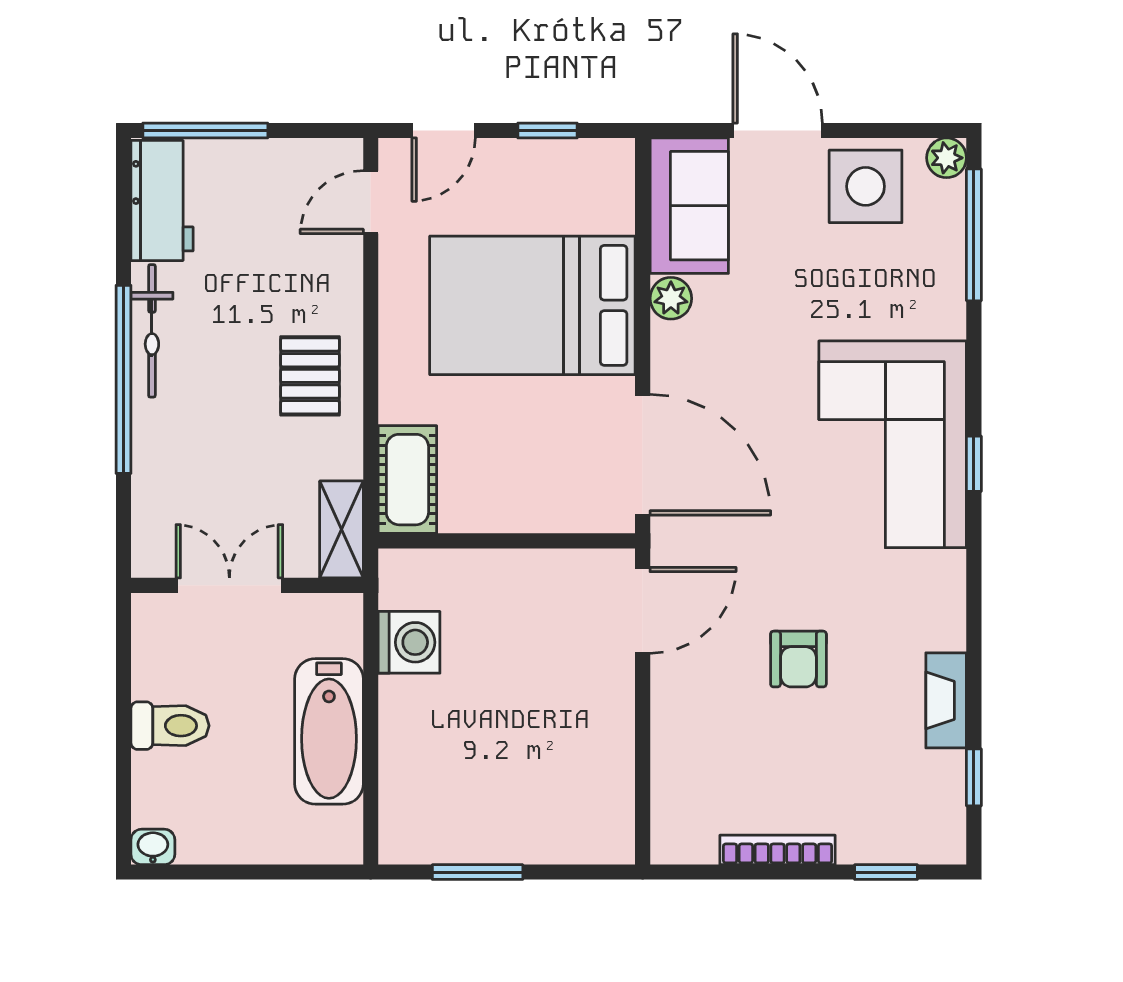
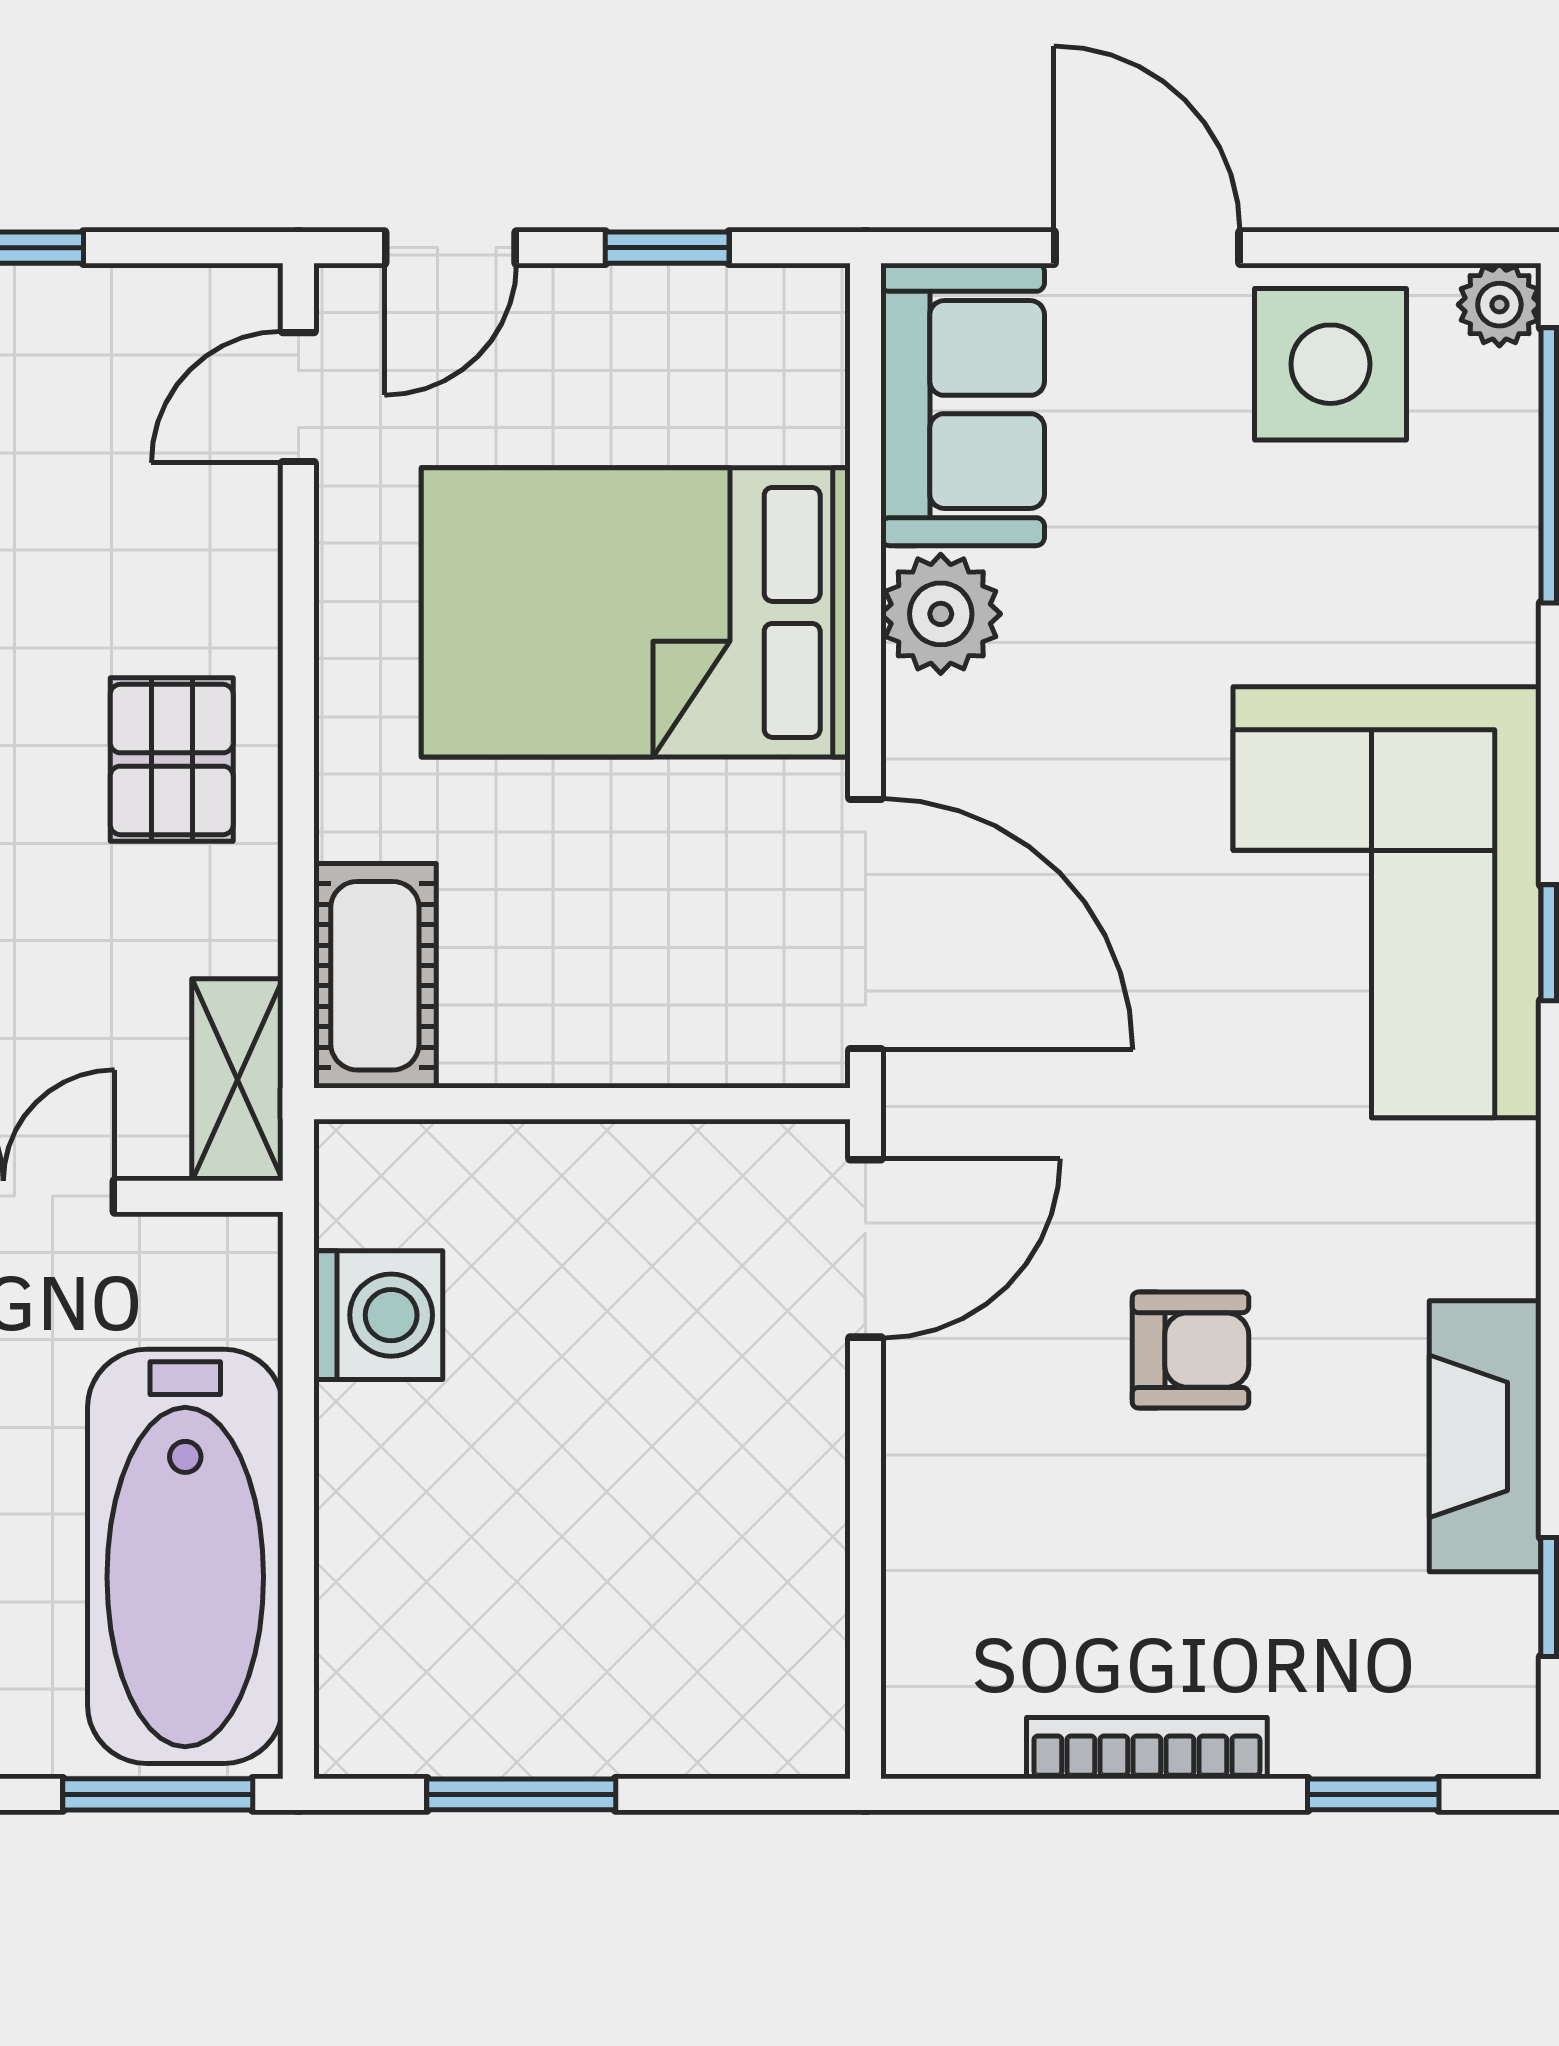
plant: (671, 298) -> (941, 614), width x1.38, depth x1.38
armchair: (798, 659) -> (1190, 1350), turned -90
fireplace: (946, 700) -> (1485, 1436), width x1.37, depth x1.32
bathtub: (329, 731) -> (185, 1556), width x1.36, depth x1.36
window: (303, 872) -> (158, 1794), added

